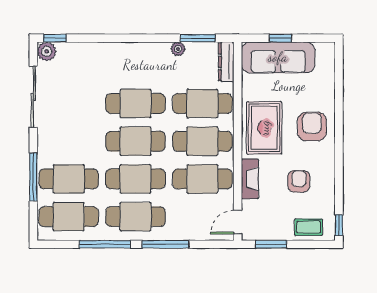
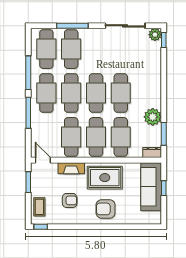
plant: (178, 49) -> (153, 117), width x1.88, depth x1.88
dresser: (226, 62) -> (152, 153), width x0.70
armchair: (312, 127) -> (106, 209), turned 180

